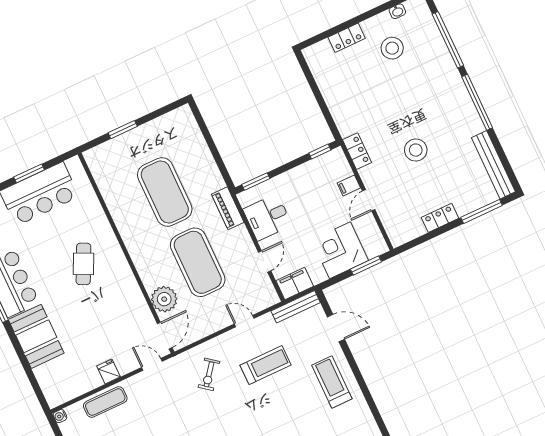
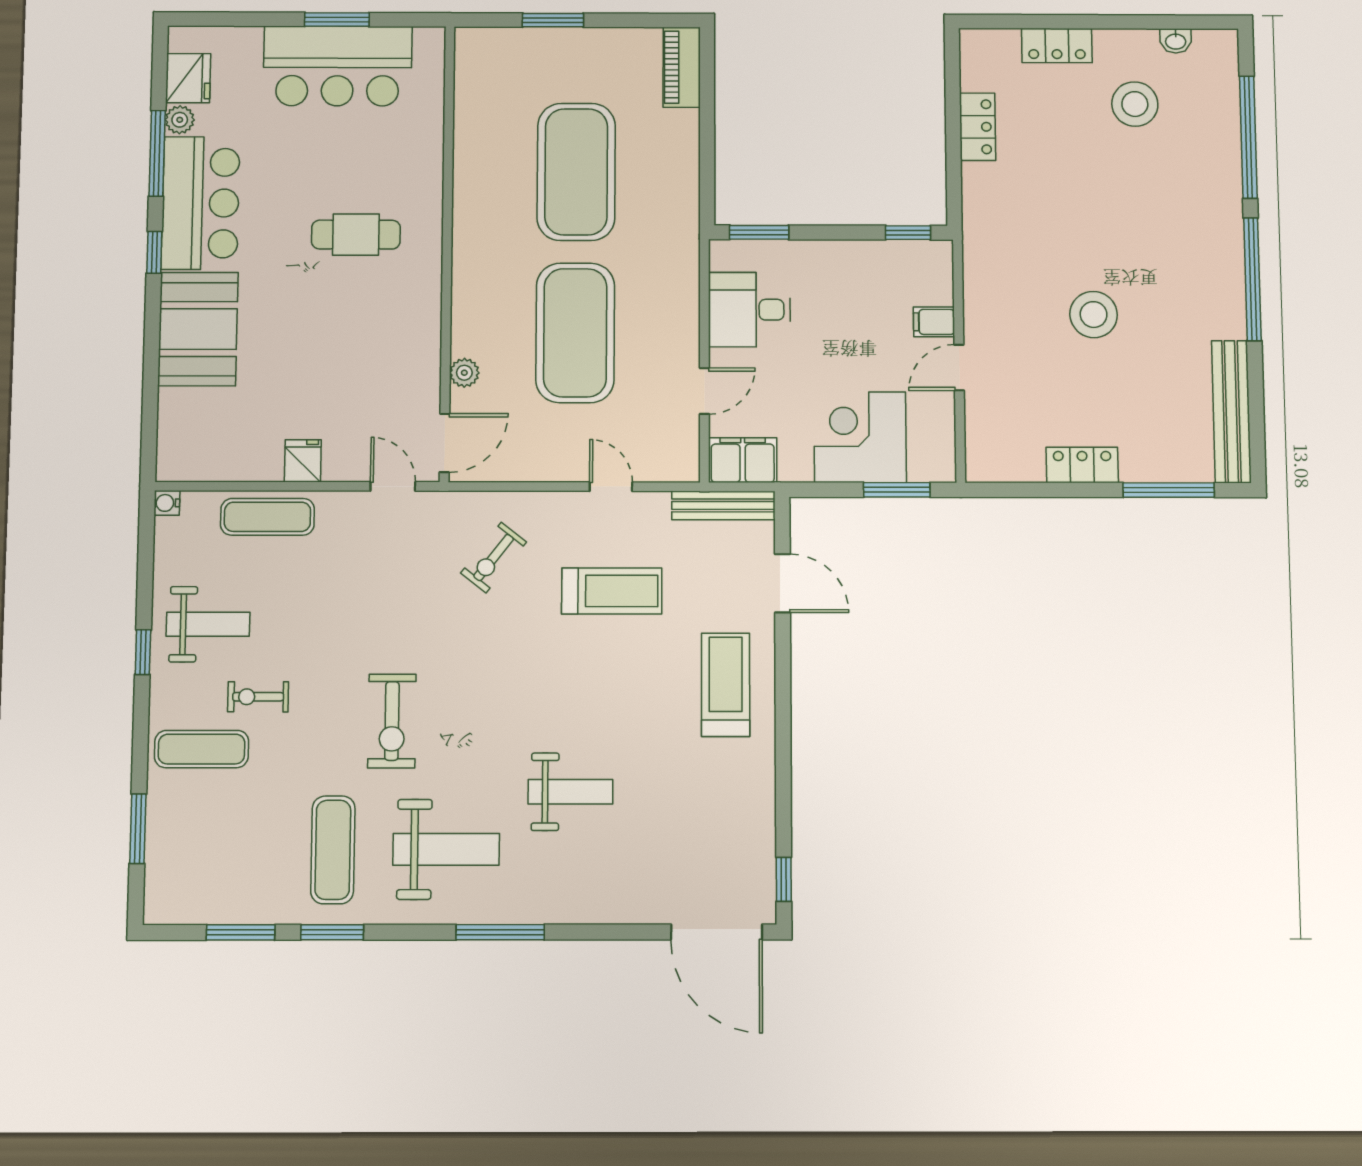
locker: (357, 151) -> (978, 127), moved
piano: (228, 208) -> (682, 67), moved
cafe table: (83, 264) -> (356, 235), turned 64
plant: (164, 299) -> (464, 373), width x0.53, depth x0.53

